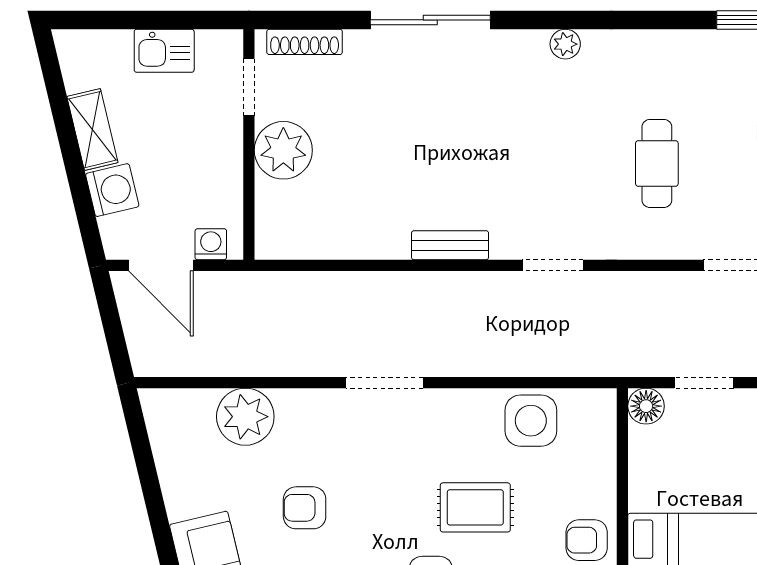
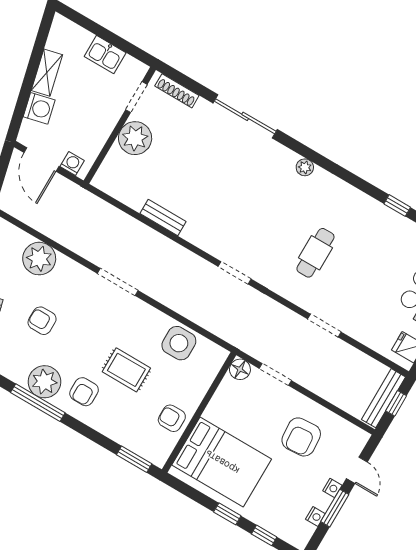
bench: (450, 245) -> (163, 217), moved

